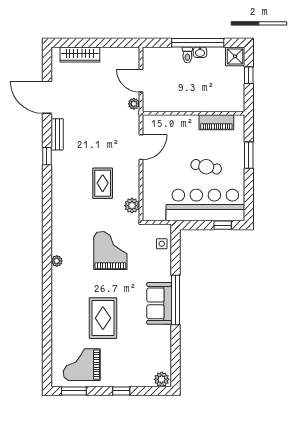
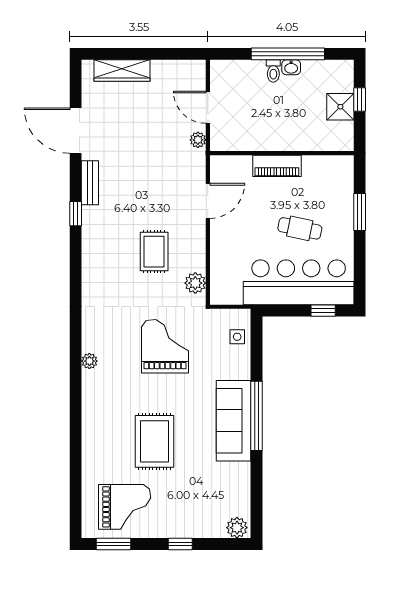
shower: (235, 56) -> (340, 107), moved
piano: (216, 122) -> (277, 166), moved
sofa: (159, 303) -> (234, 421), width x1.36
grand piano: (82, 365) -> (125, 507), turned 180

